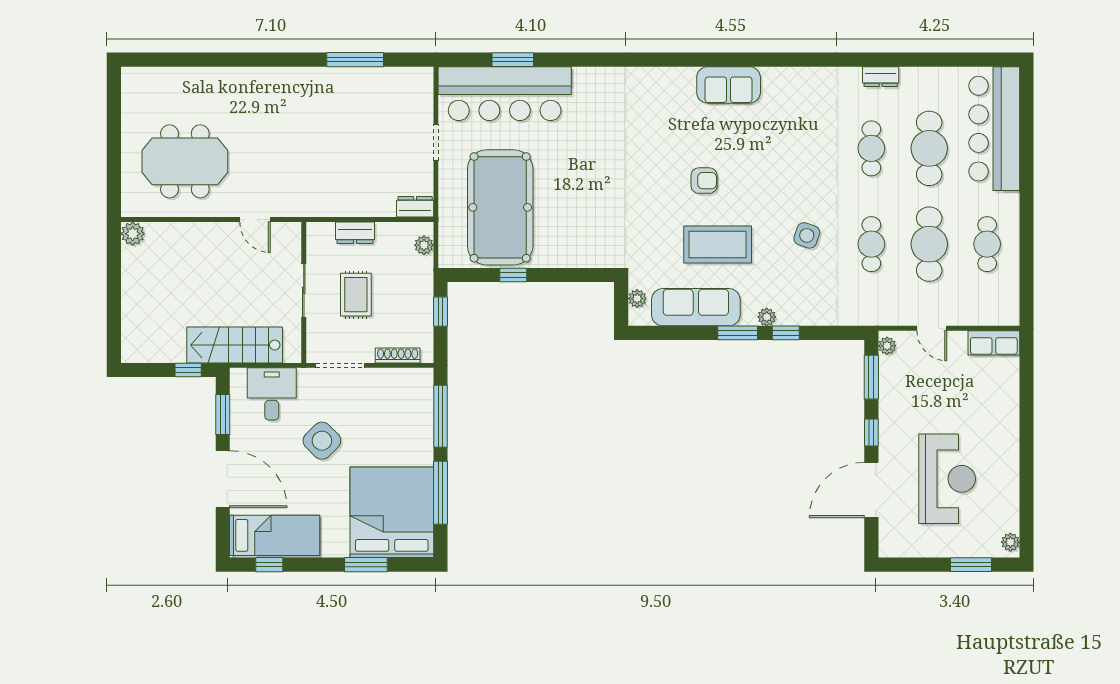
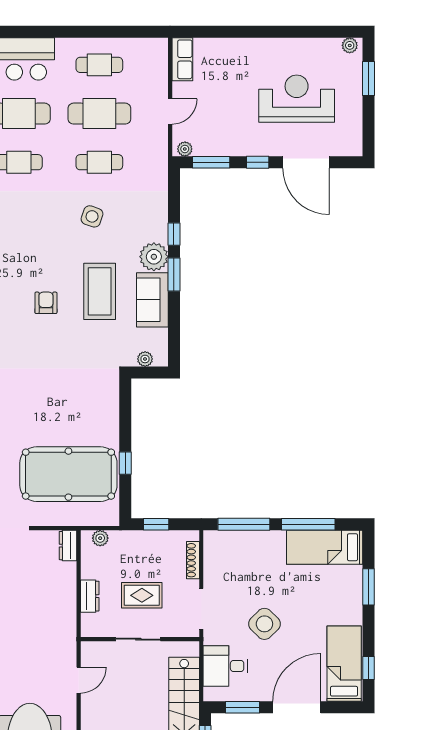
sofa: (696, 307) -> (152, 300), width x0.73
plant: (767, 317) -> (154, 257), width x1.88, depth x1.88
bed: (392, 512) -> (325, 547), width x0.49

